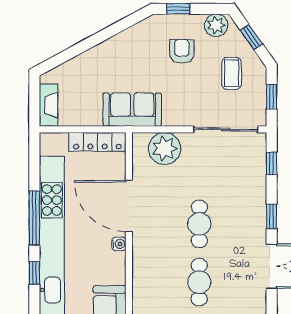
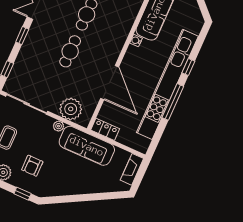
sofa: (132, 110) -> (87, 146), width x1.36
plant: (171, 119) -> (59, 126), added
locker: (97, 142) -> (105, 129), width x0.66
water cooler: (119, 244) -> (136, 41), moved

